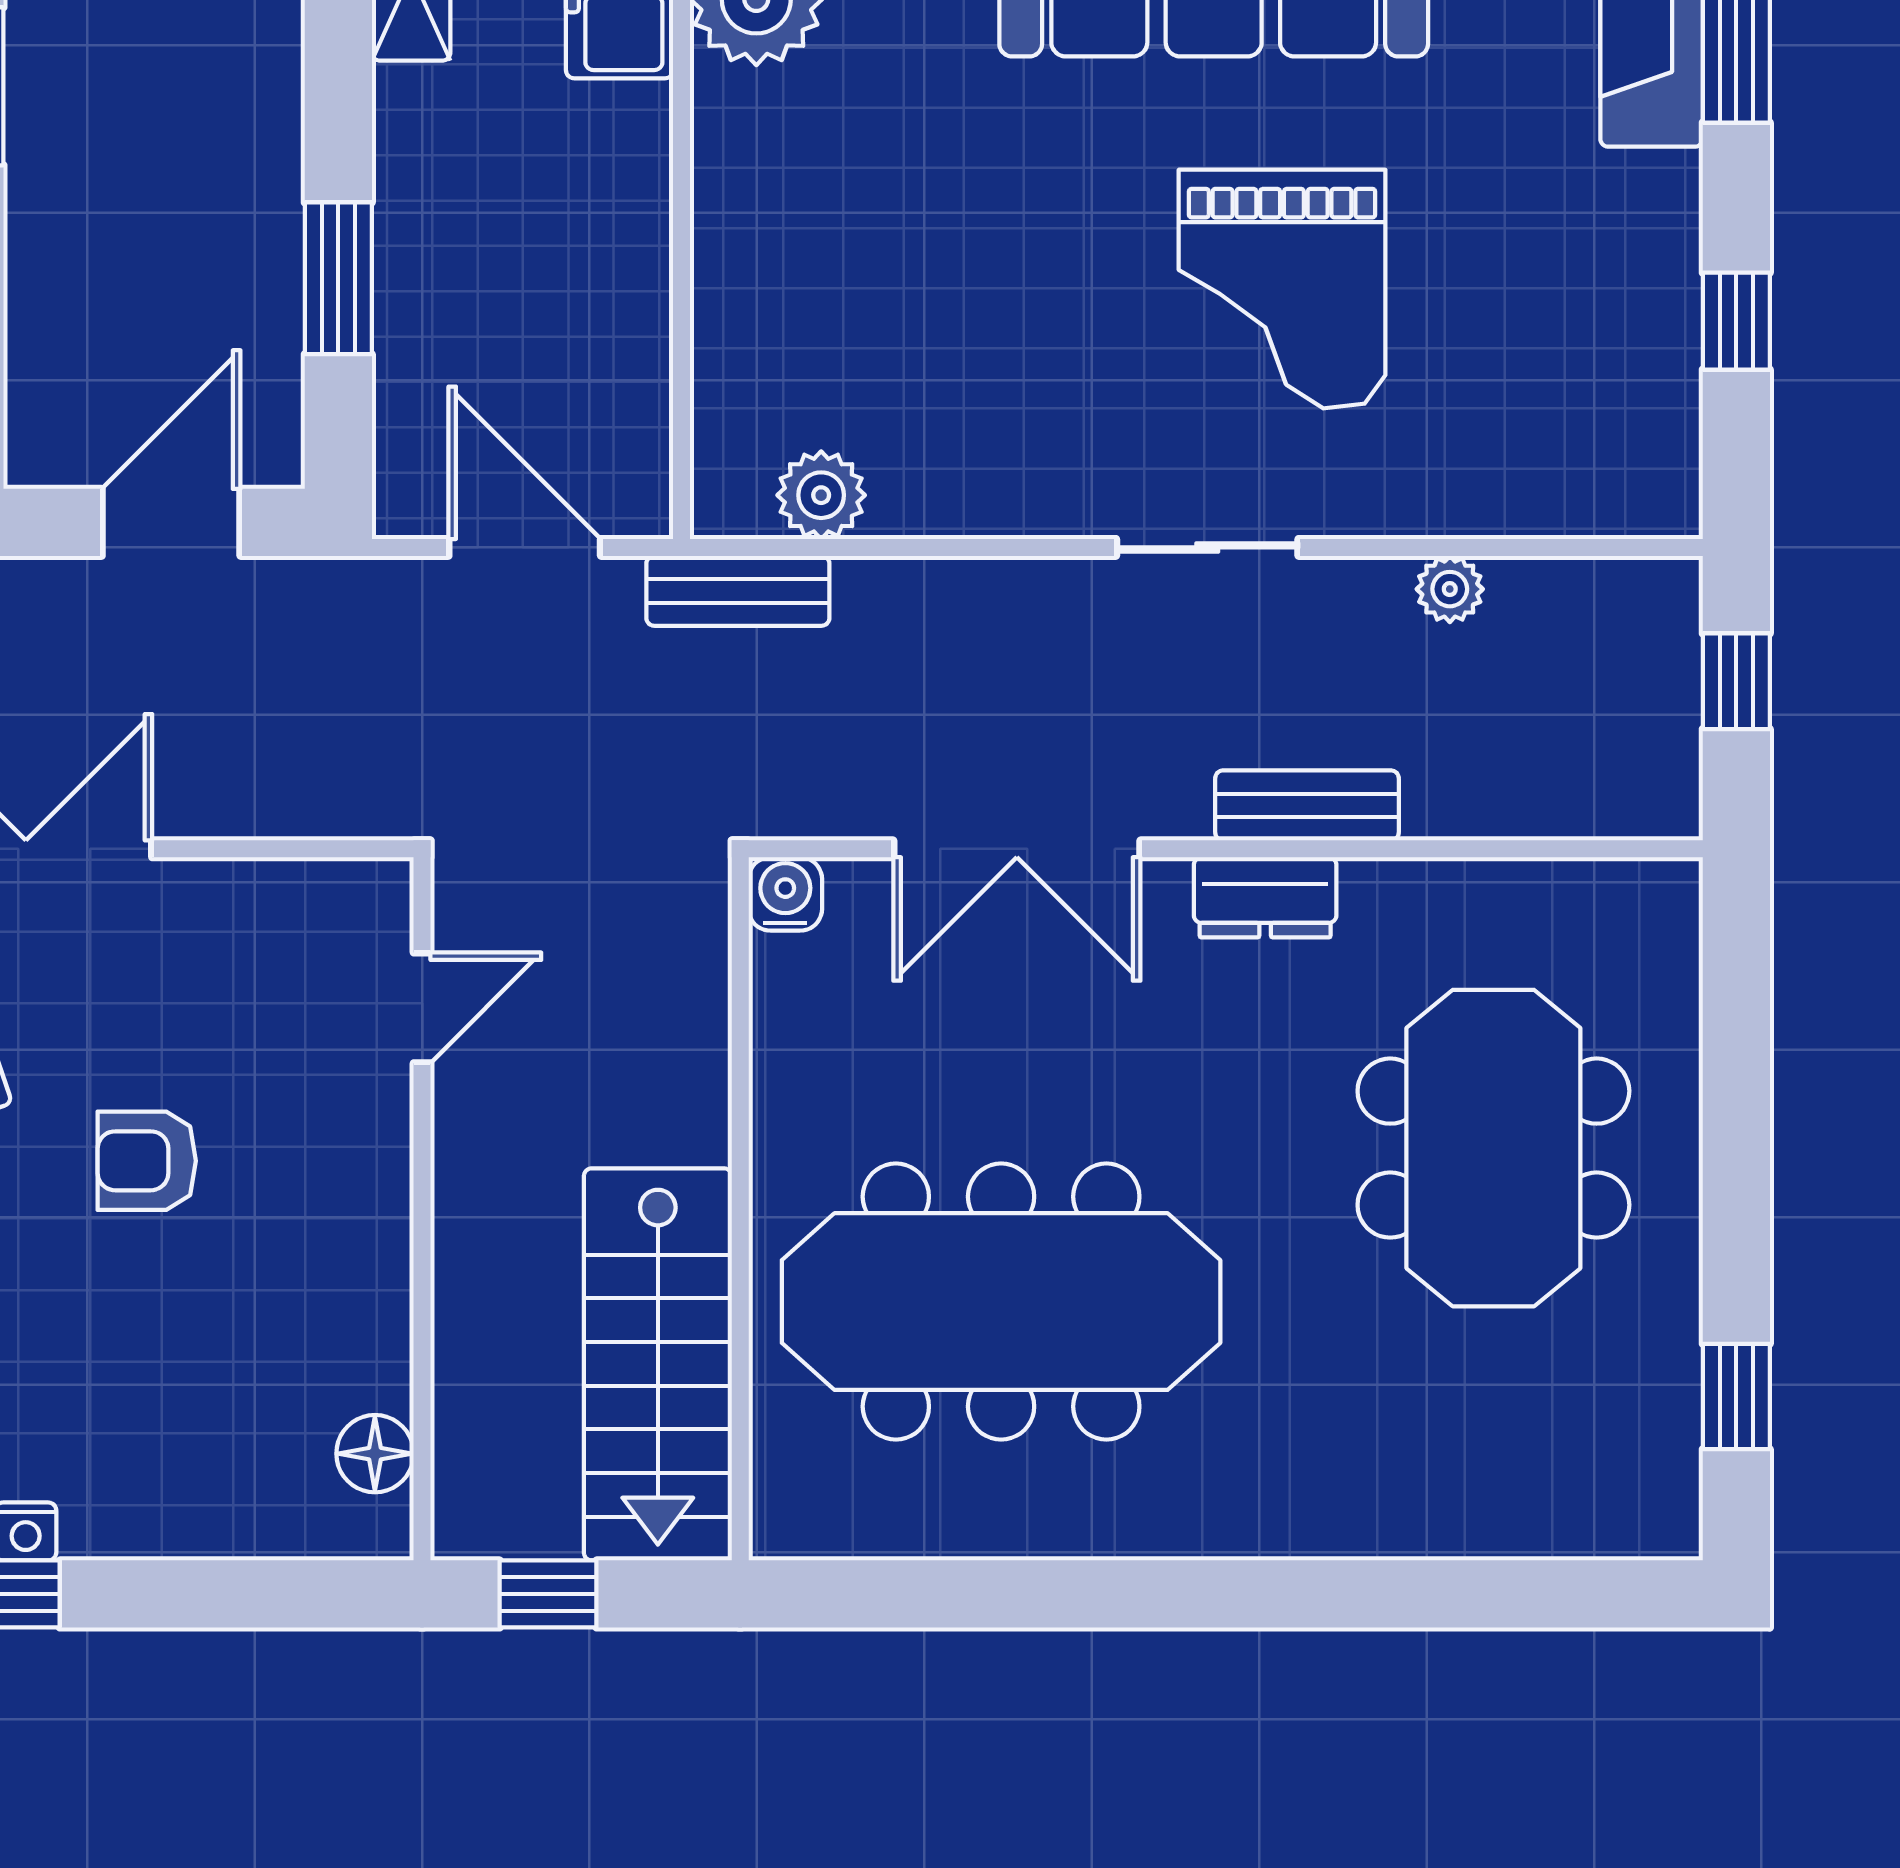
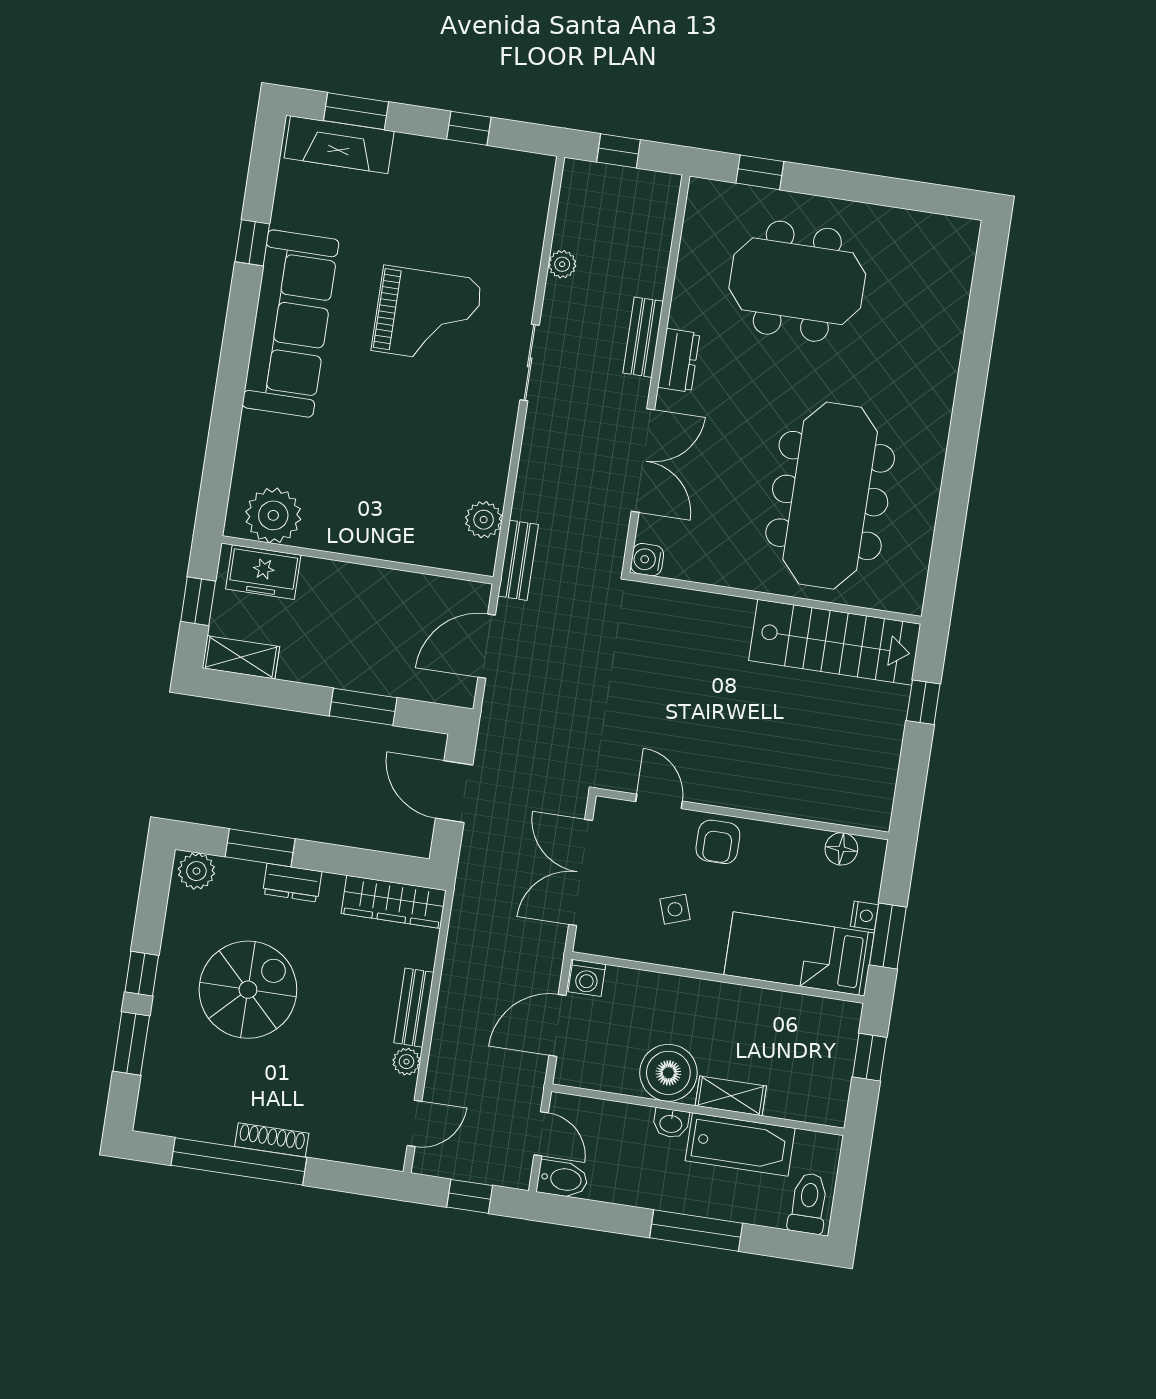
door: (422, 1008) -> (659, 801), moved
wall: (422, 1209) -> (743, 814), moved
window: (1736, 1397) -> (760, 172), moved
floor lamp: (375, 1454) -> (841, 849), moved

